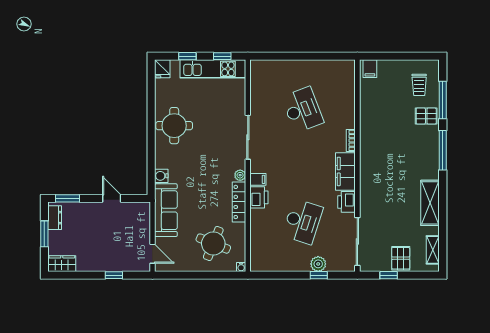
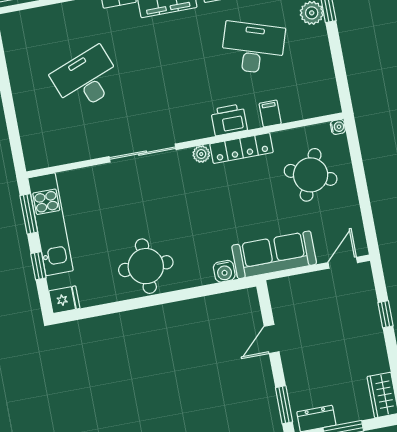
window: (222, 56) -> (29, 214), width x1.50
filing cabinet: (258, 179) -> (270, 114), moved

